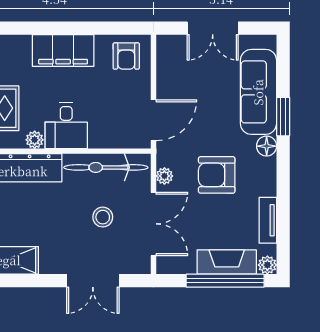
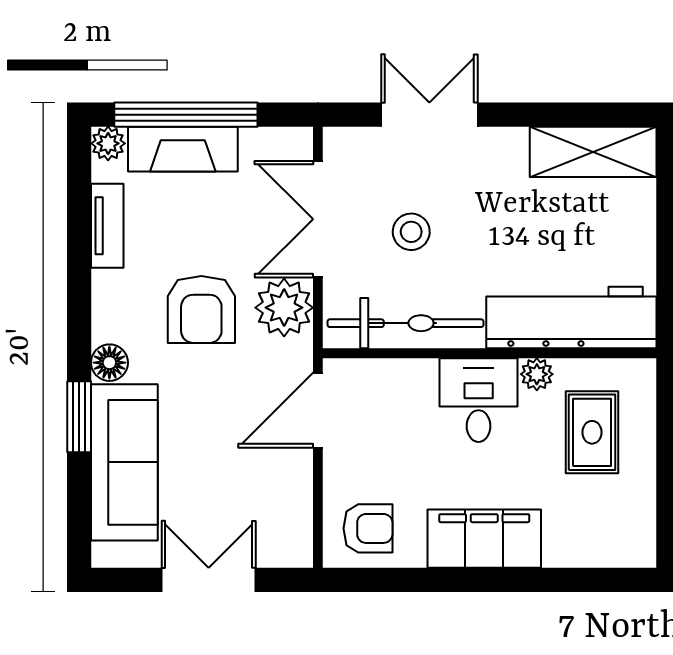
armchair: (126, 56) -> (368, 528), turned 90
armchair: (217, 175) -> (201, 309), turned 90
plant: (164, 176) -> (284, 308), width x1.87, depth x1.87

